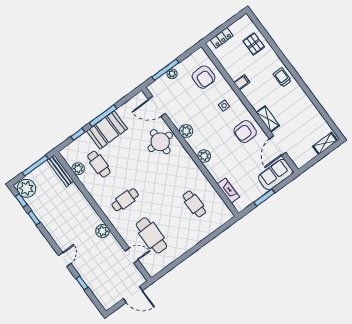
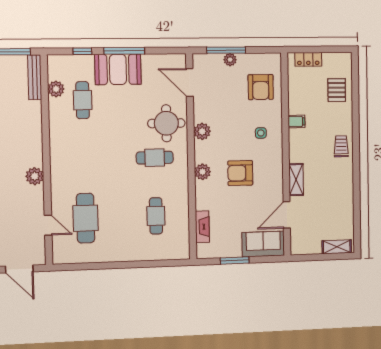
armchair: (245, 131) -> (240, 173), moved
cafe table: (125, 200) -> (155, 158), moved

